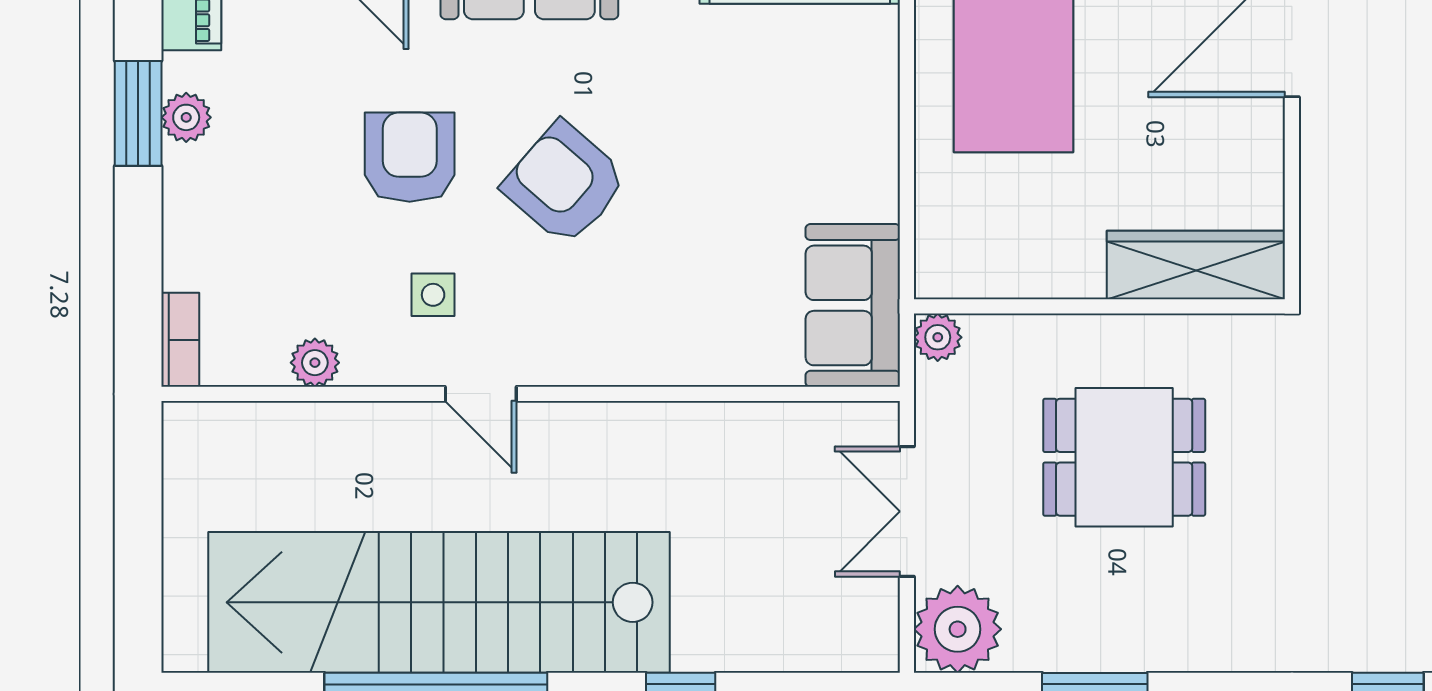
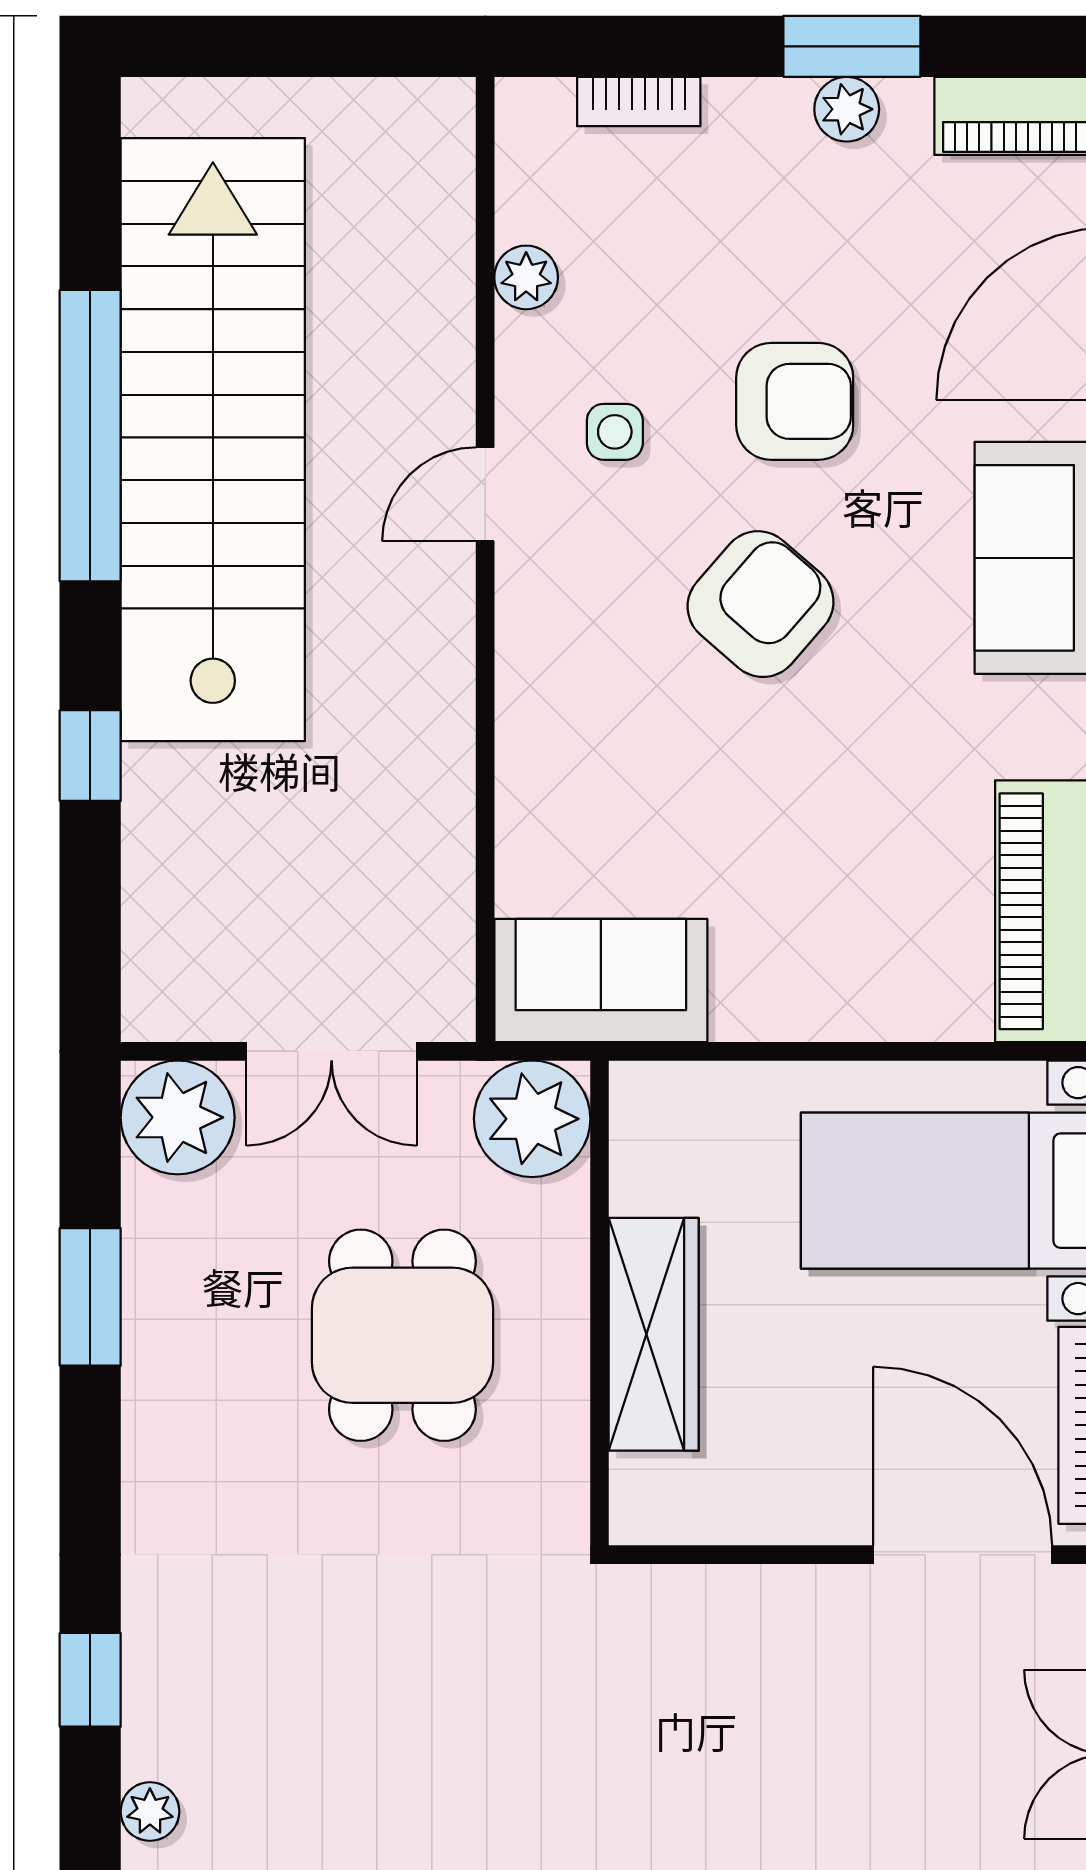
wardrobe: (1196, 265) -> (654, 1334), moved
plant: (938, 337) -> (532, 1119), width x1.88, depth x1.88
bookcase: (180, 340) -> (639, 102), moved
double door: (907, 511) -> (332, 1051), swing flipped

